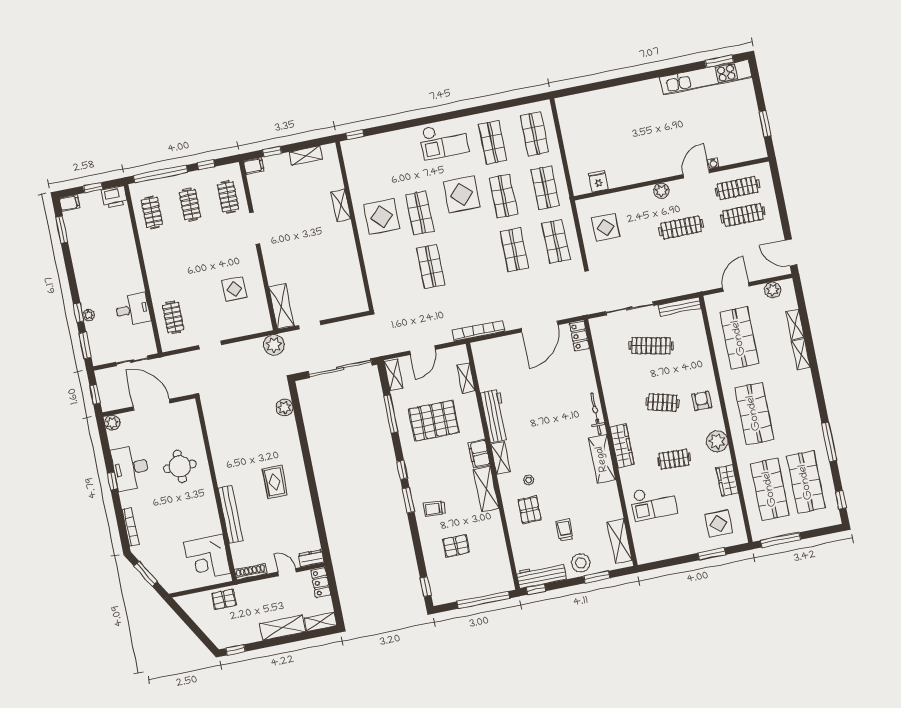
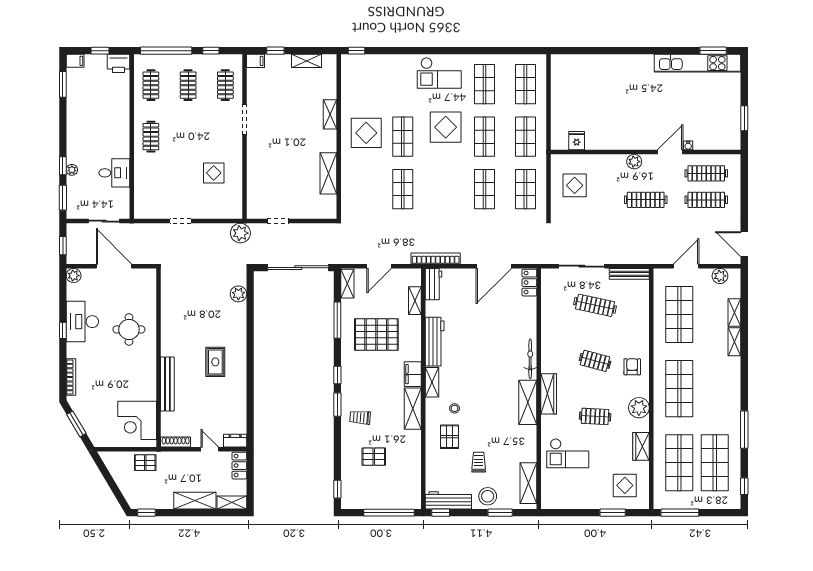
shelving: (281, 306) -> (328, 173), moved
clothes rail: (173, 317) -> (151, 137), moved
workbench: (482, 357) -> (434, 284), added

